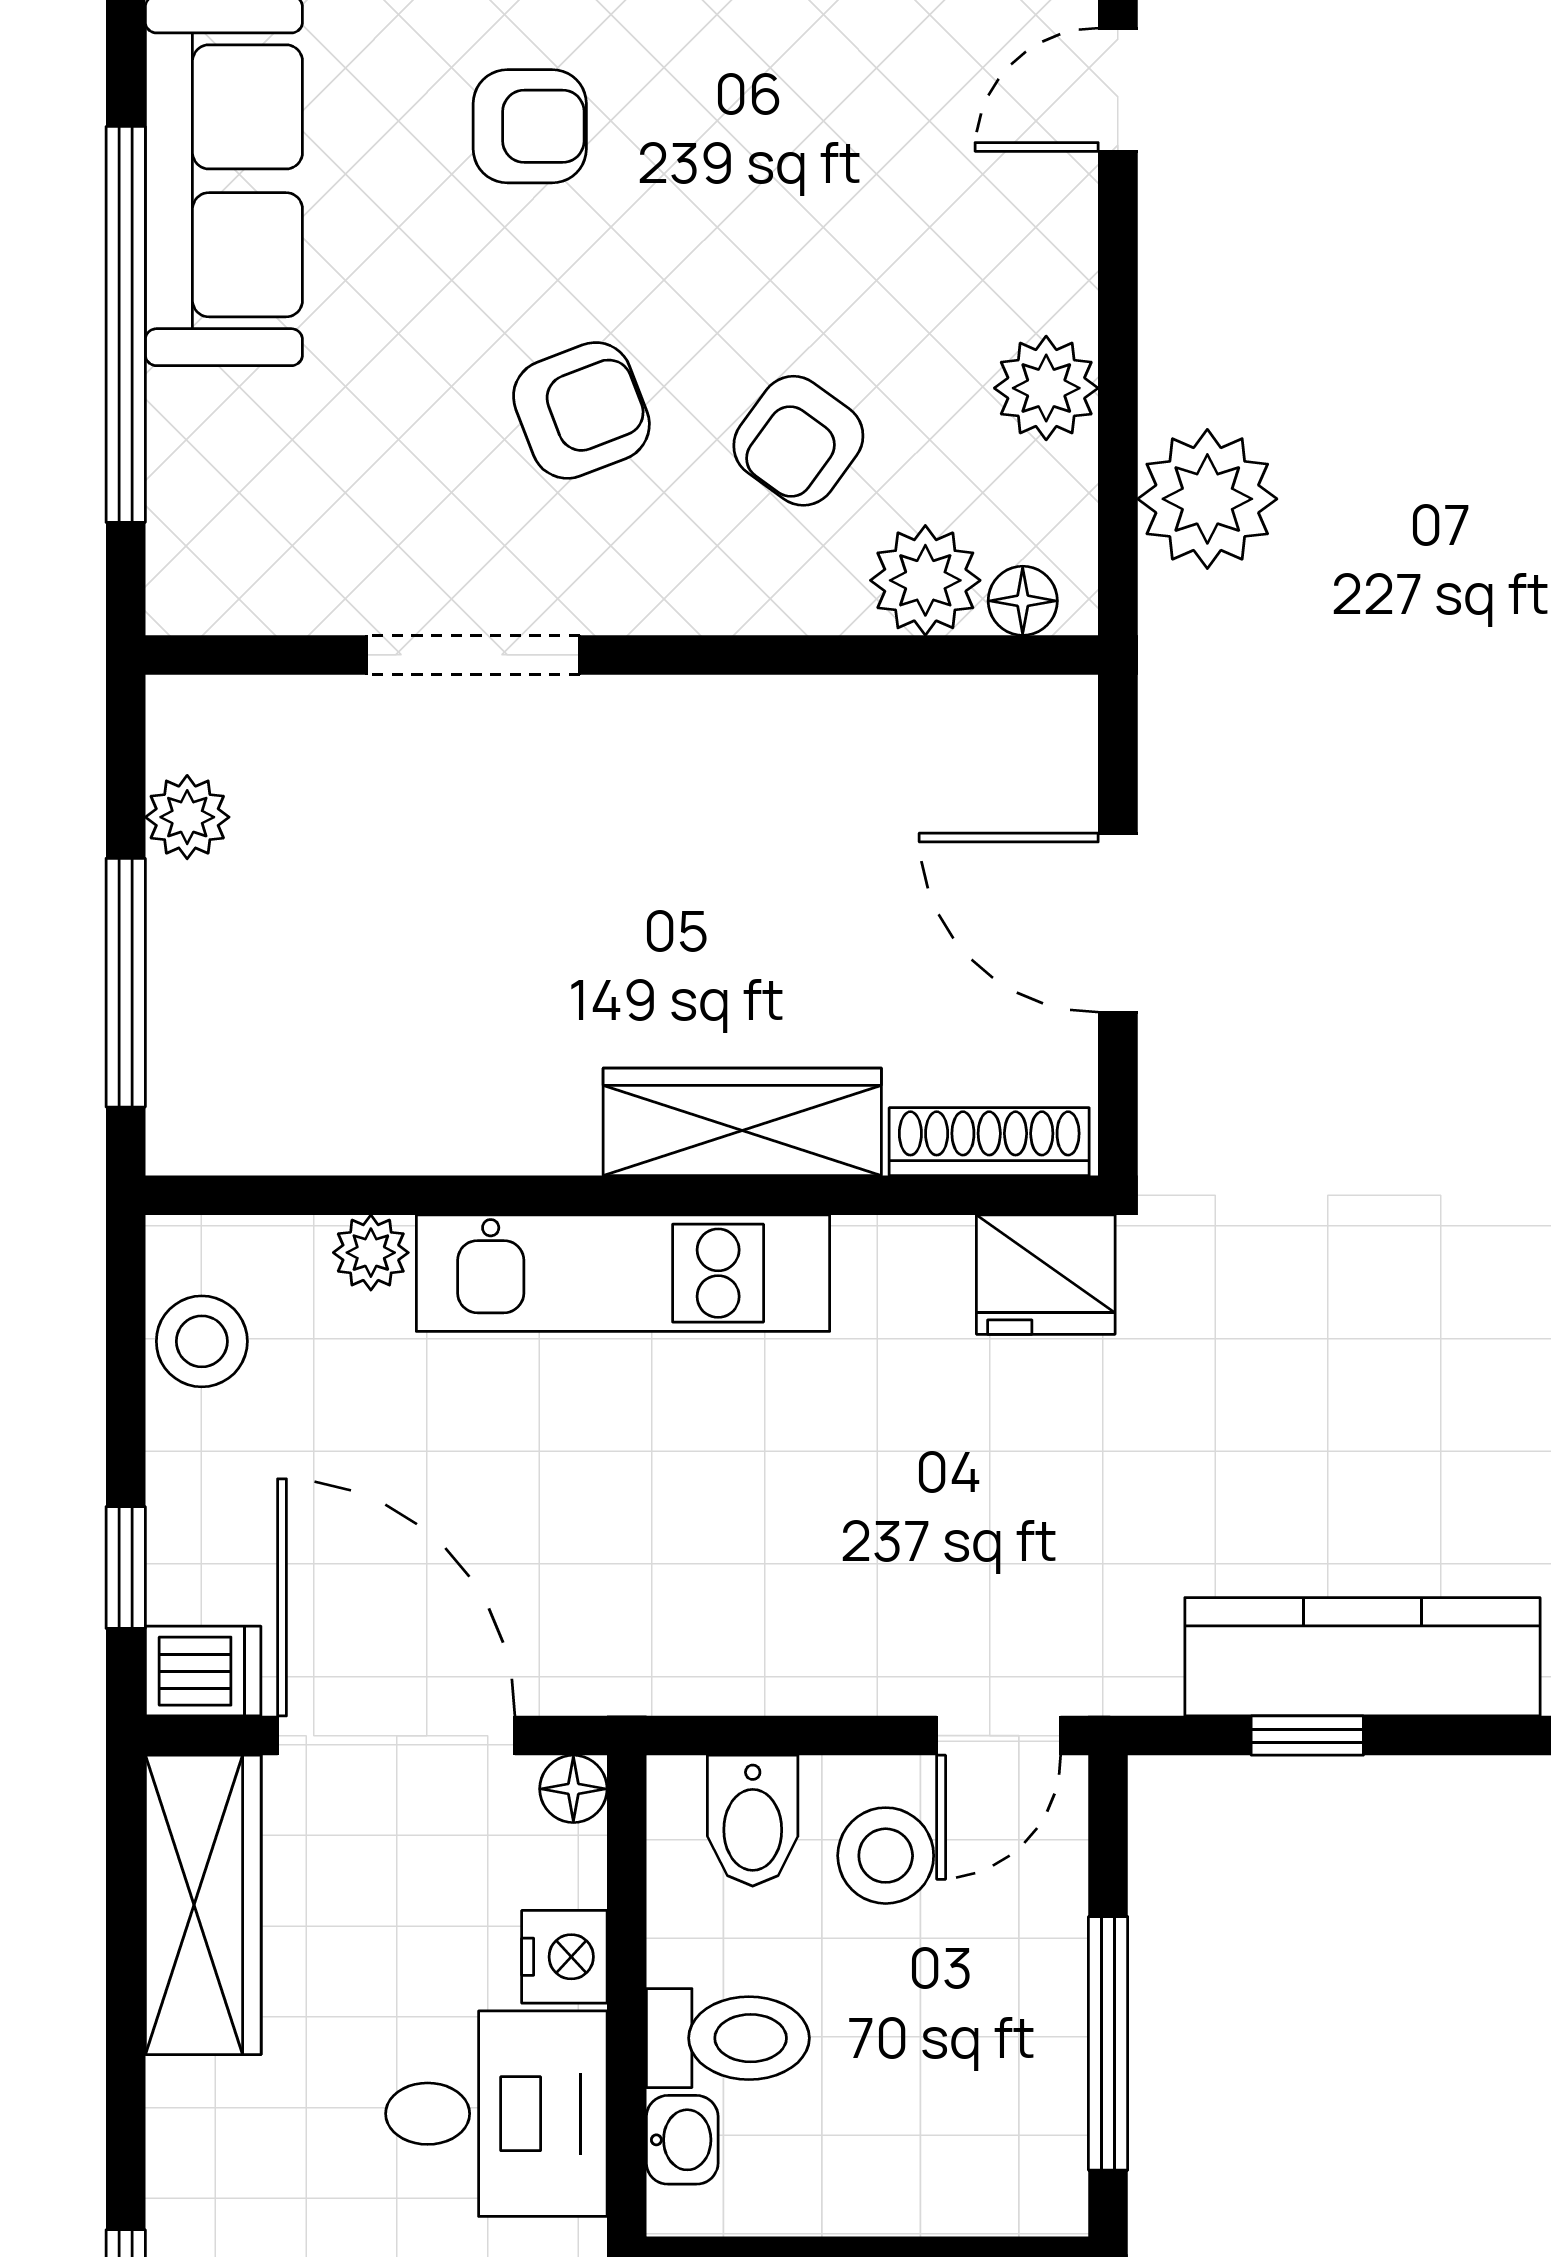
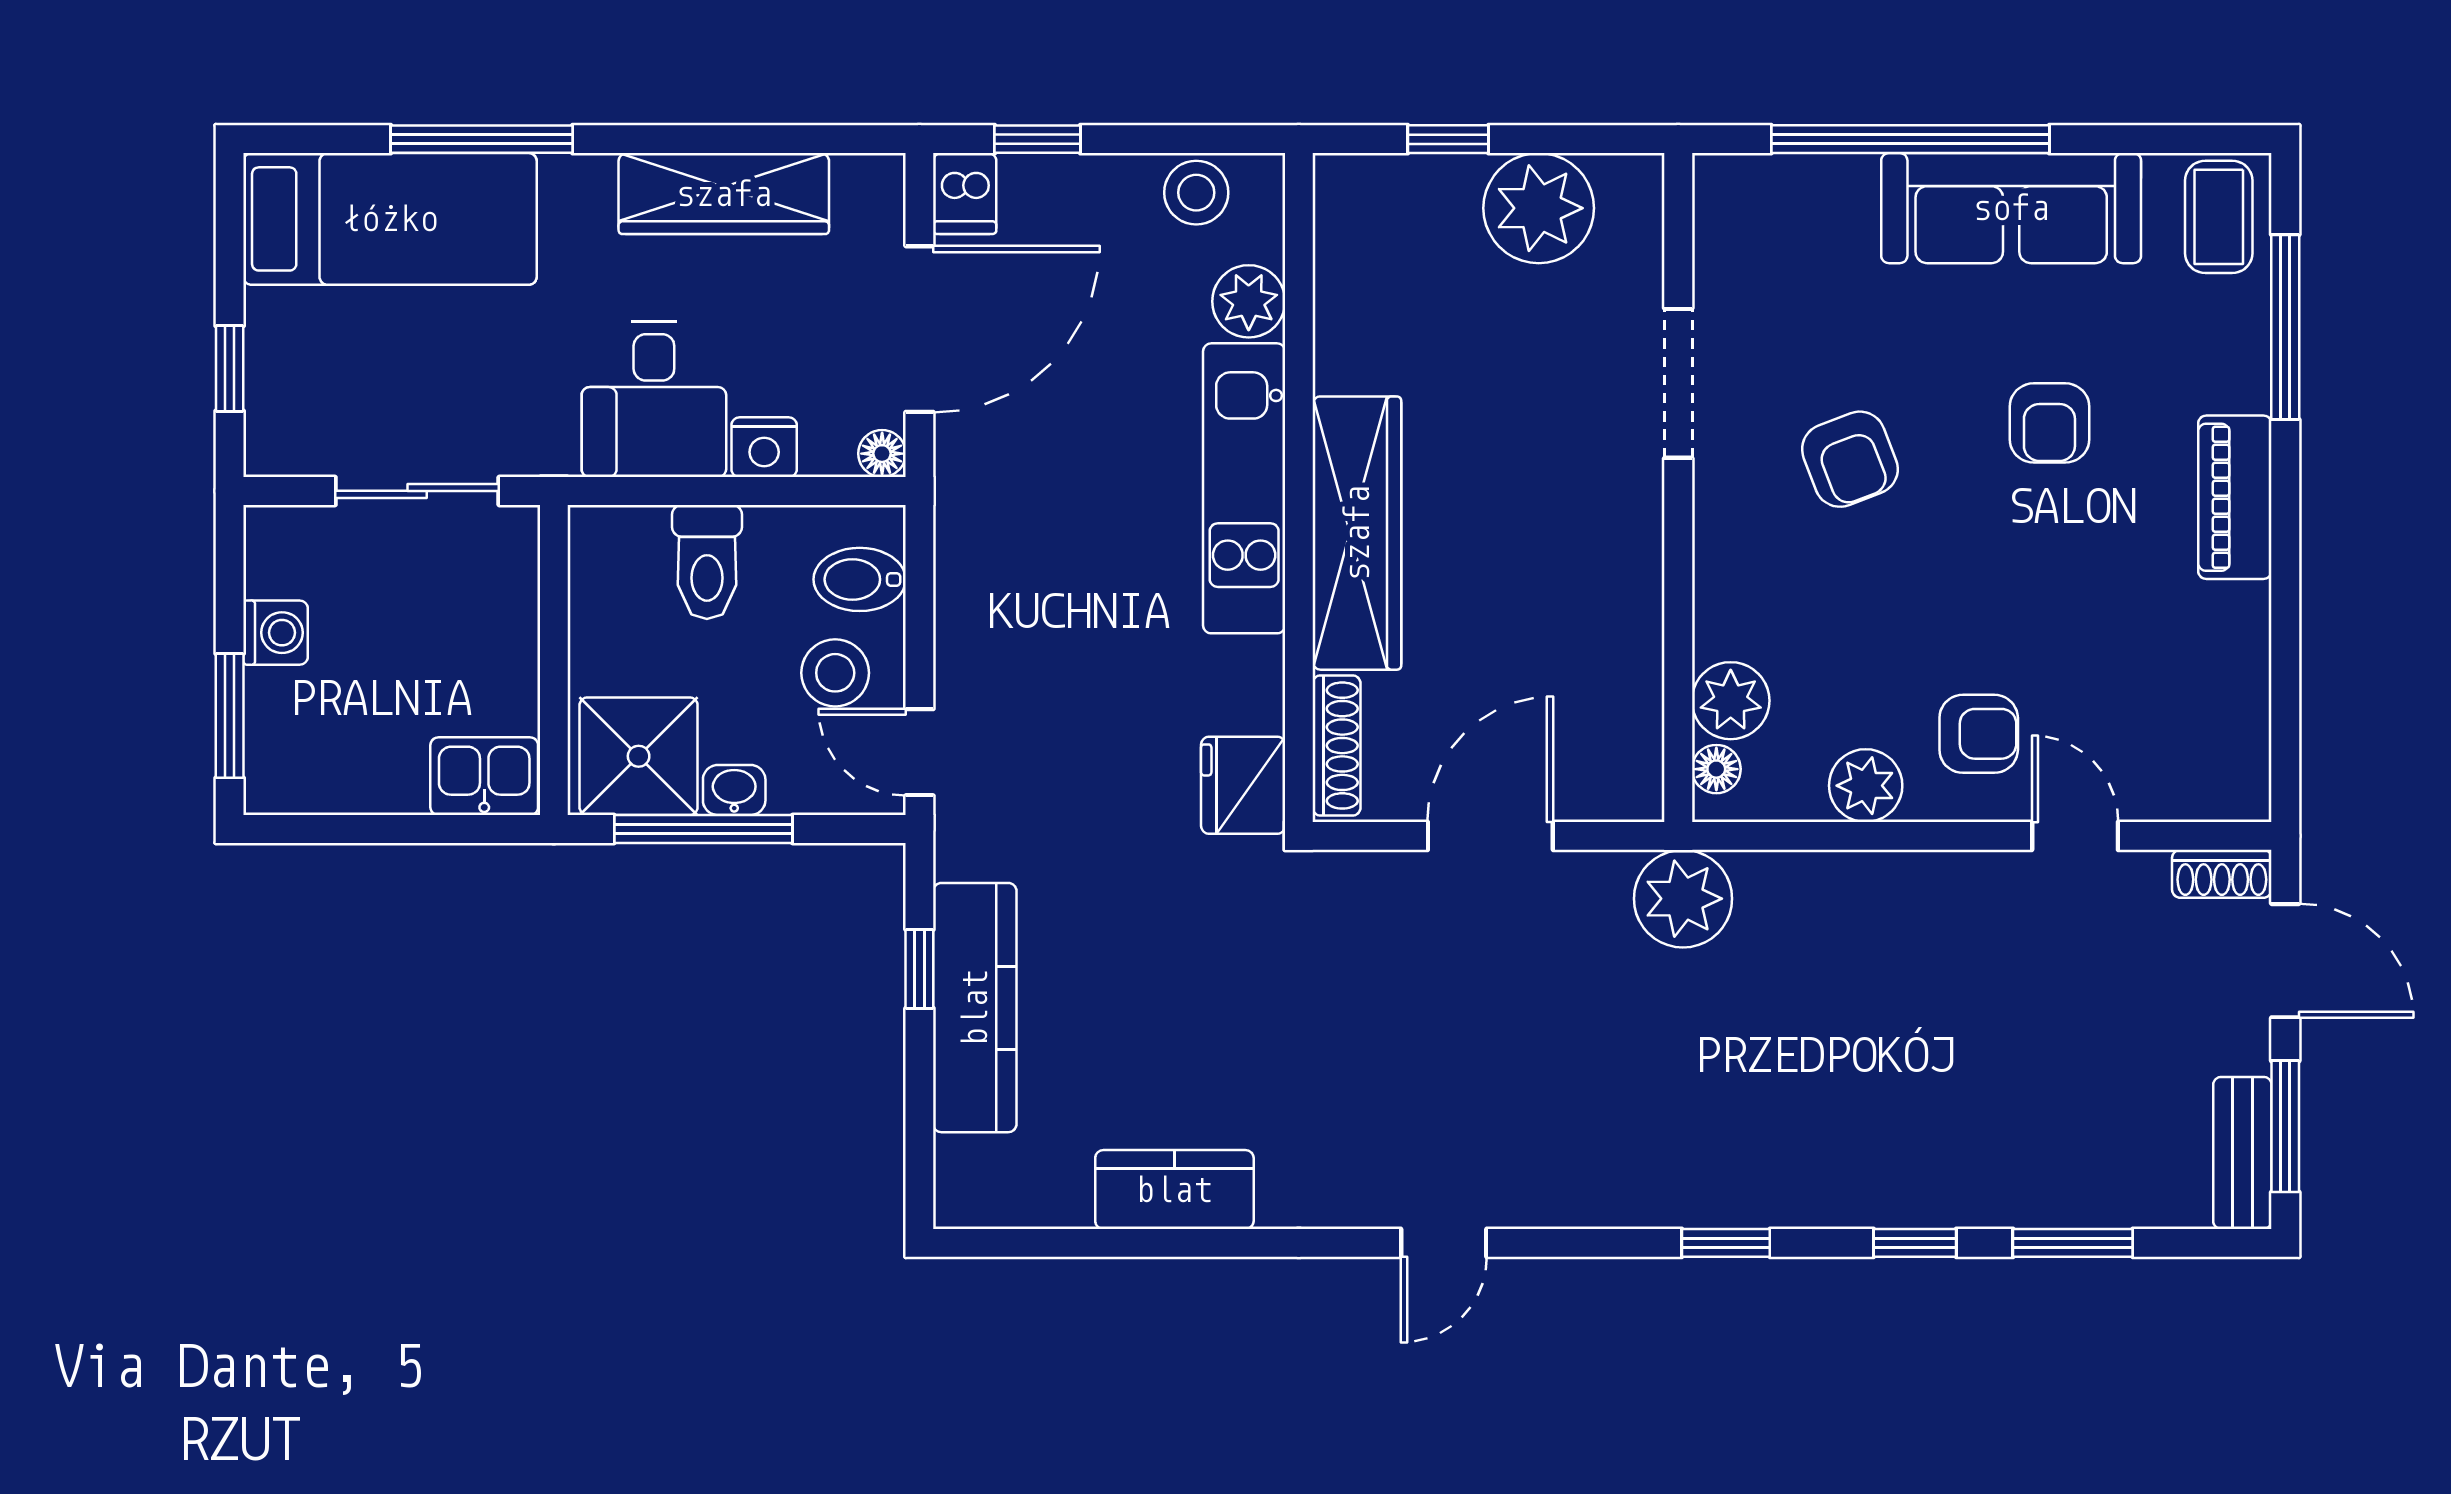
armchair: (798, 441) -> (1979, 734), moved, turned 144
plant: (1207, 499) -> (1683, 899), moved
plant: (187, 817) -> (1539, 208), width x1.88, depth x1.88
window: (126, 983) -> (1448, 139), width x0.46
wardrobe: (742, 1122) -> (1357, 533), width x1.40, depth x1.17
plant: (371, 1253) -> (1249, 301), width x1.38, depth x1.38
wardrobe: (203, 1905) -> (724, 194), moved
shower: (1004, 2136) -> (639, 756), added
washbasin: (682, 2140) -> (734, 790), moved, turned 180

